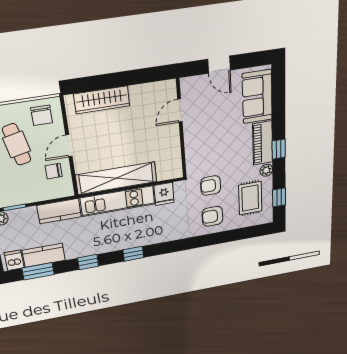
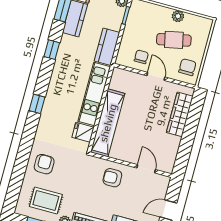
chair: (42, 115) -> (187, 67), turned 90
shelving: (116, 178) -> (108, 123), moved
armchair: (211, 186) -> (112, 178), moved, turned -91
window: (133, 254) -> (37, 104), moved

